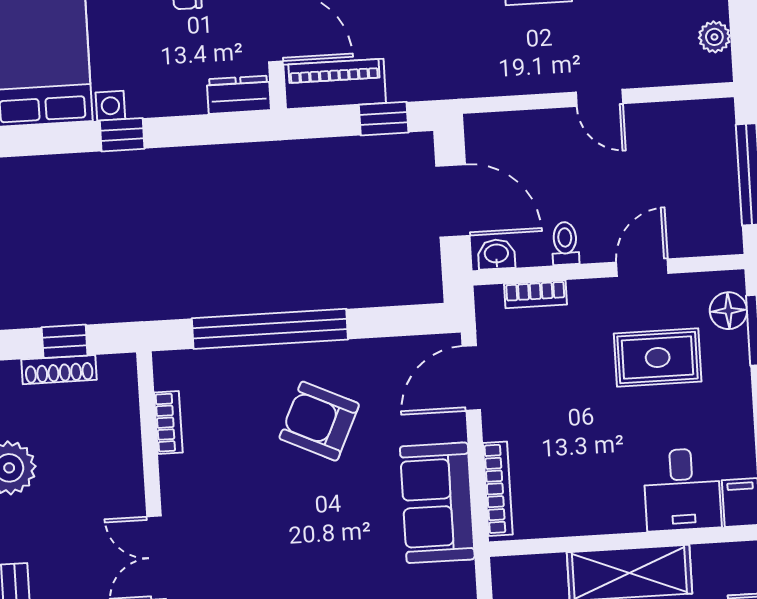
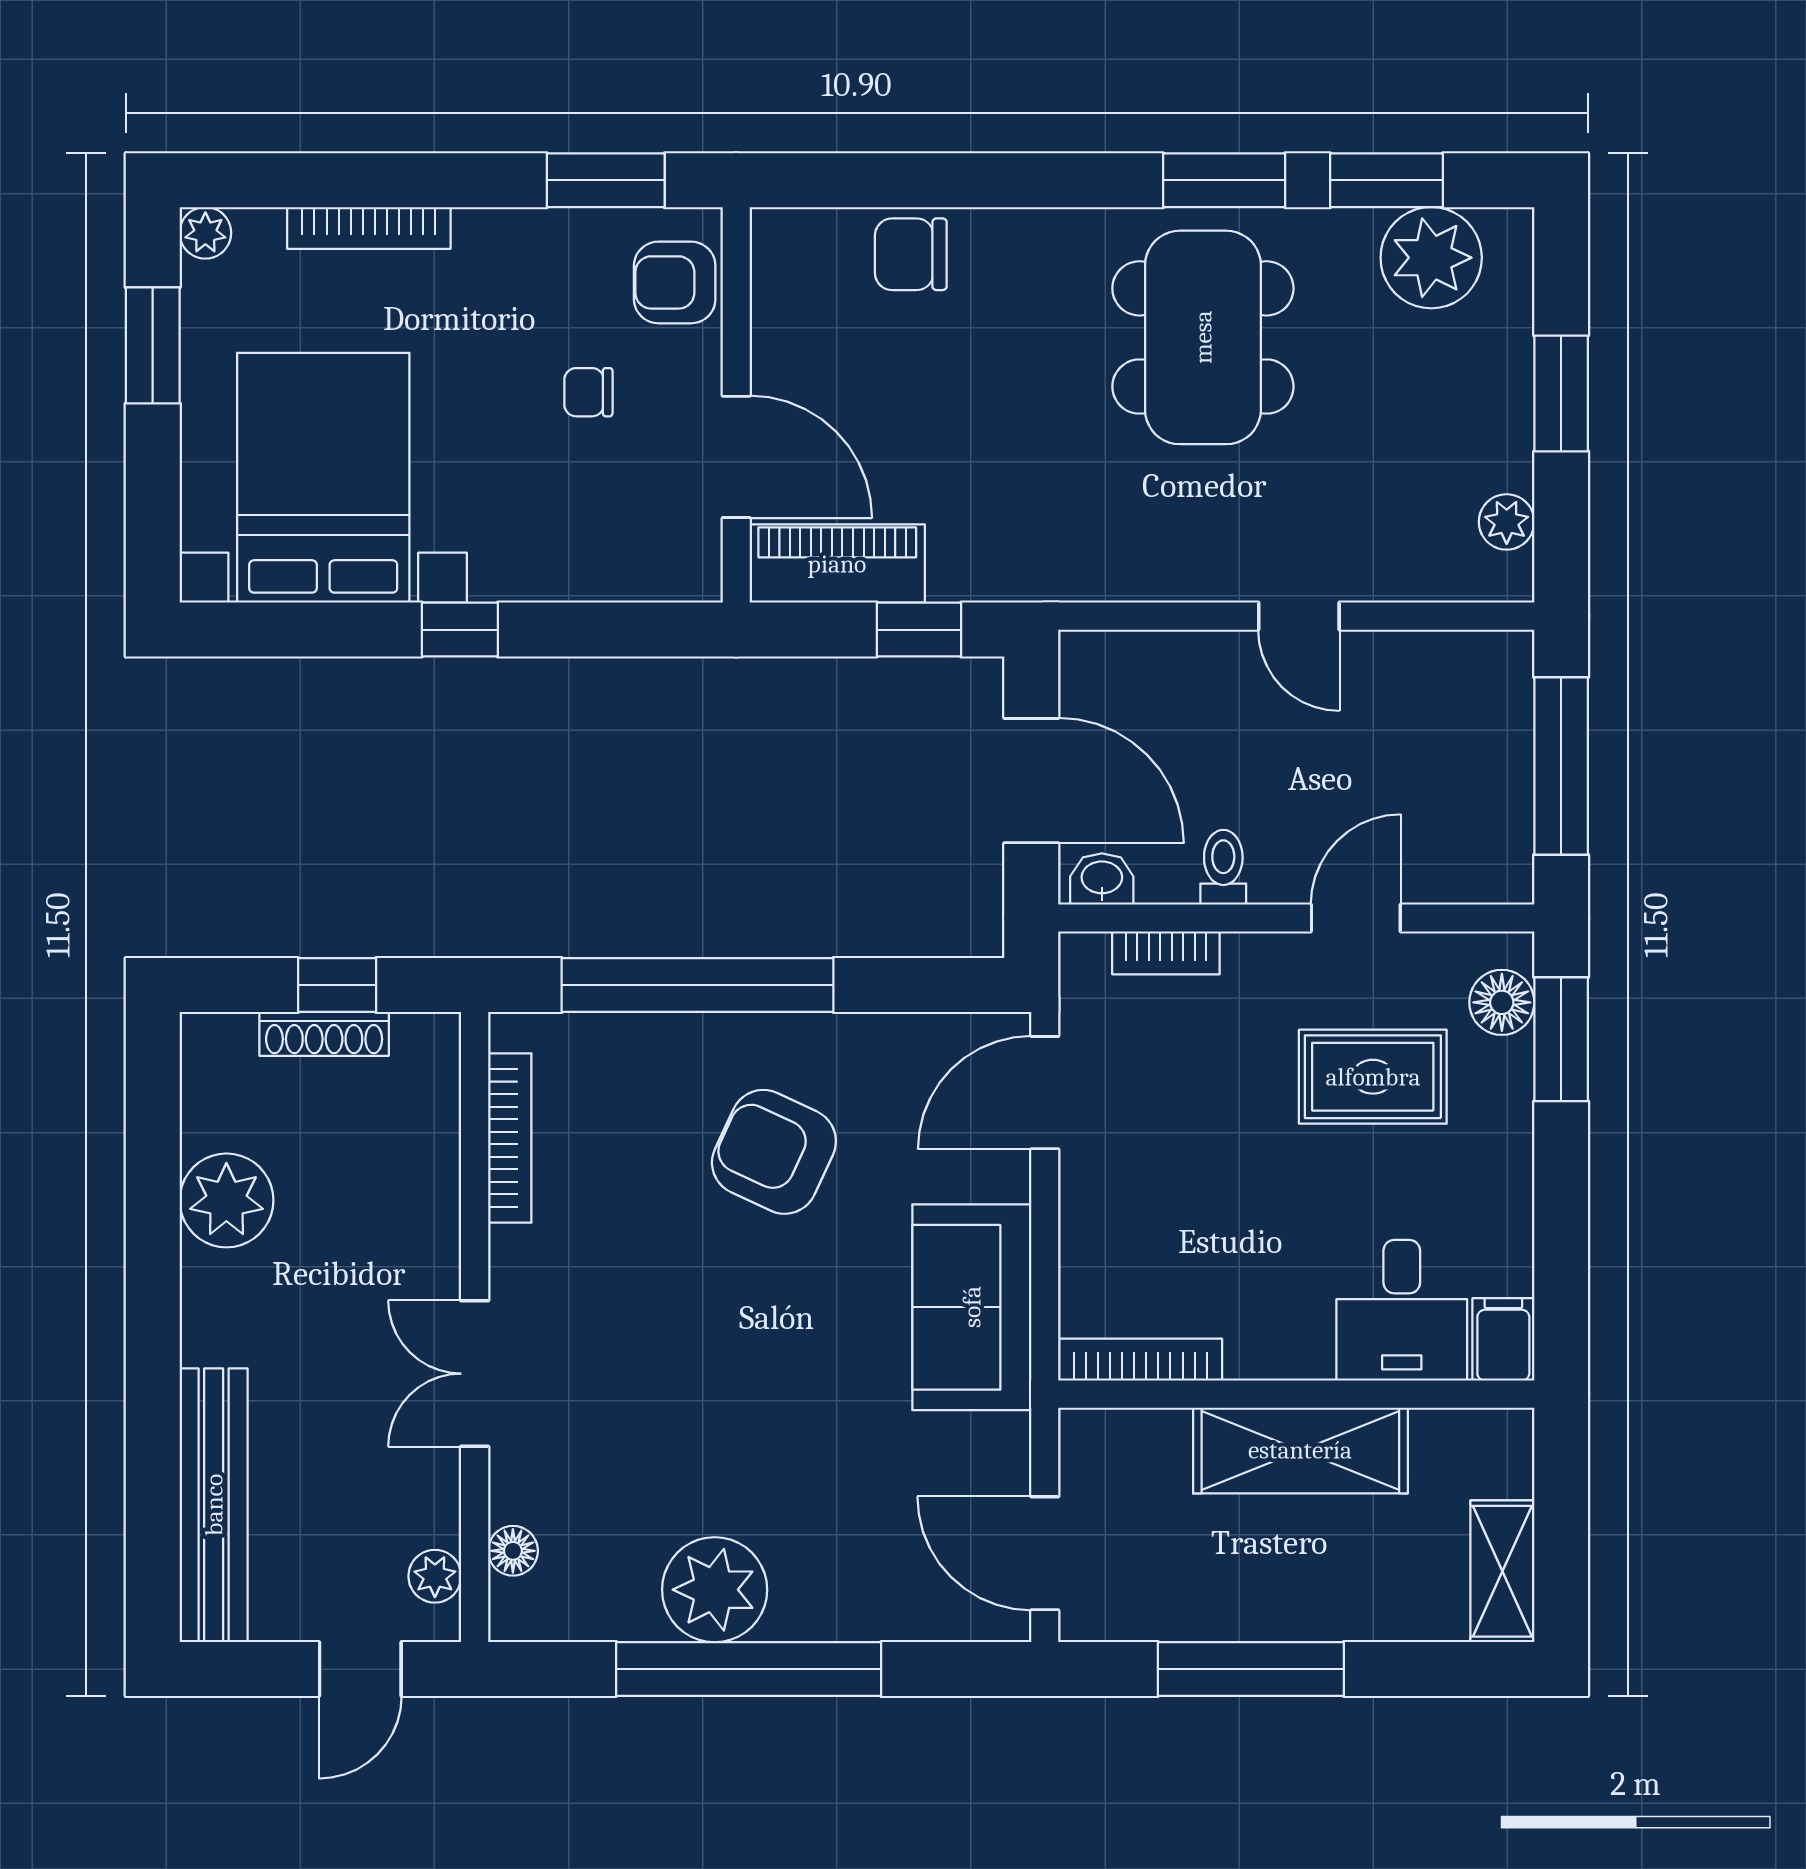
dresser: (239, 95) -> (668, 572), removed
bookcase: (168, 422) -> (510, 1138), width x1.56
bookcase: (498, 489) -> (1140, 1360), moved, turned -90

